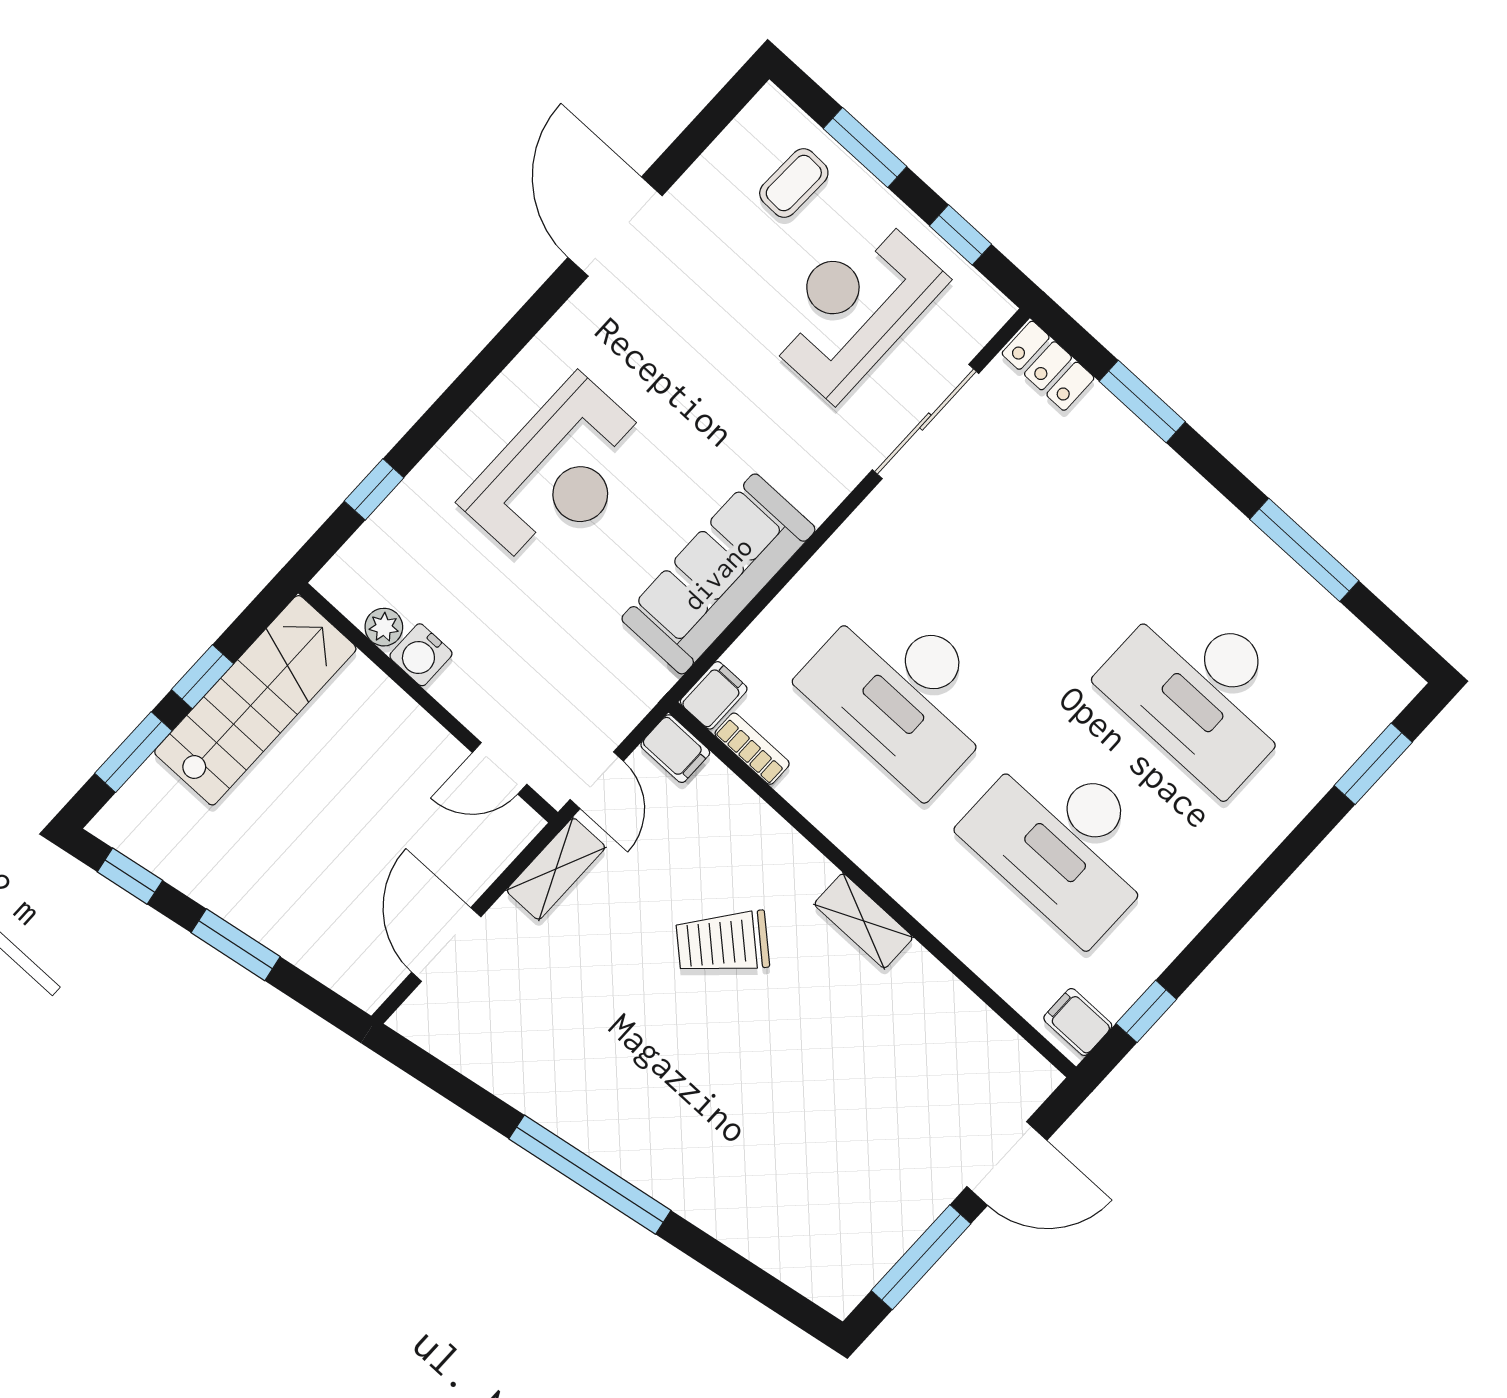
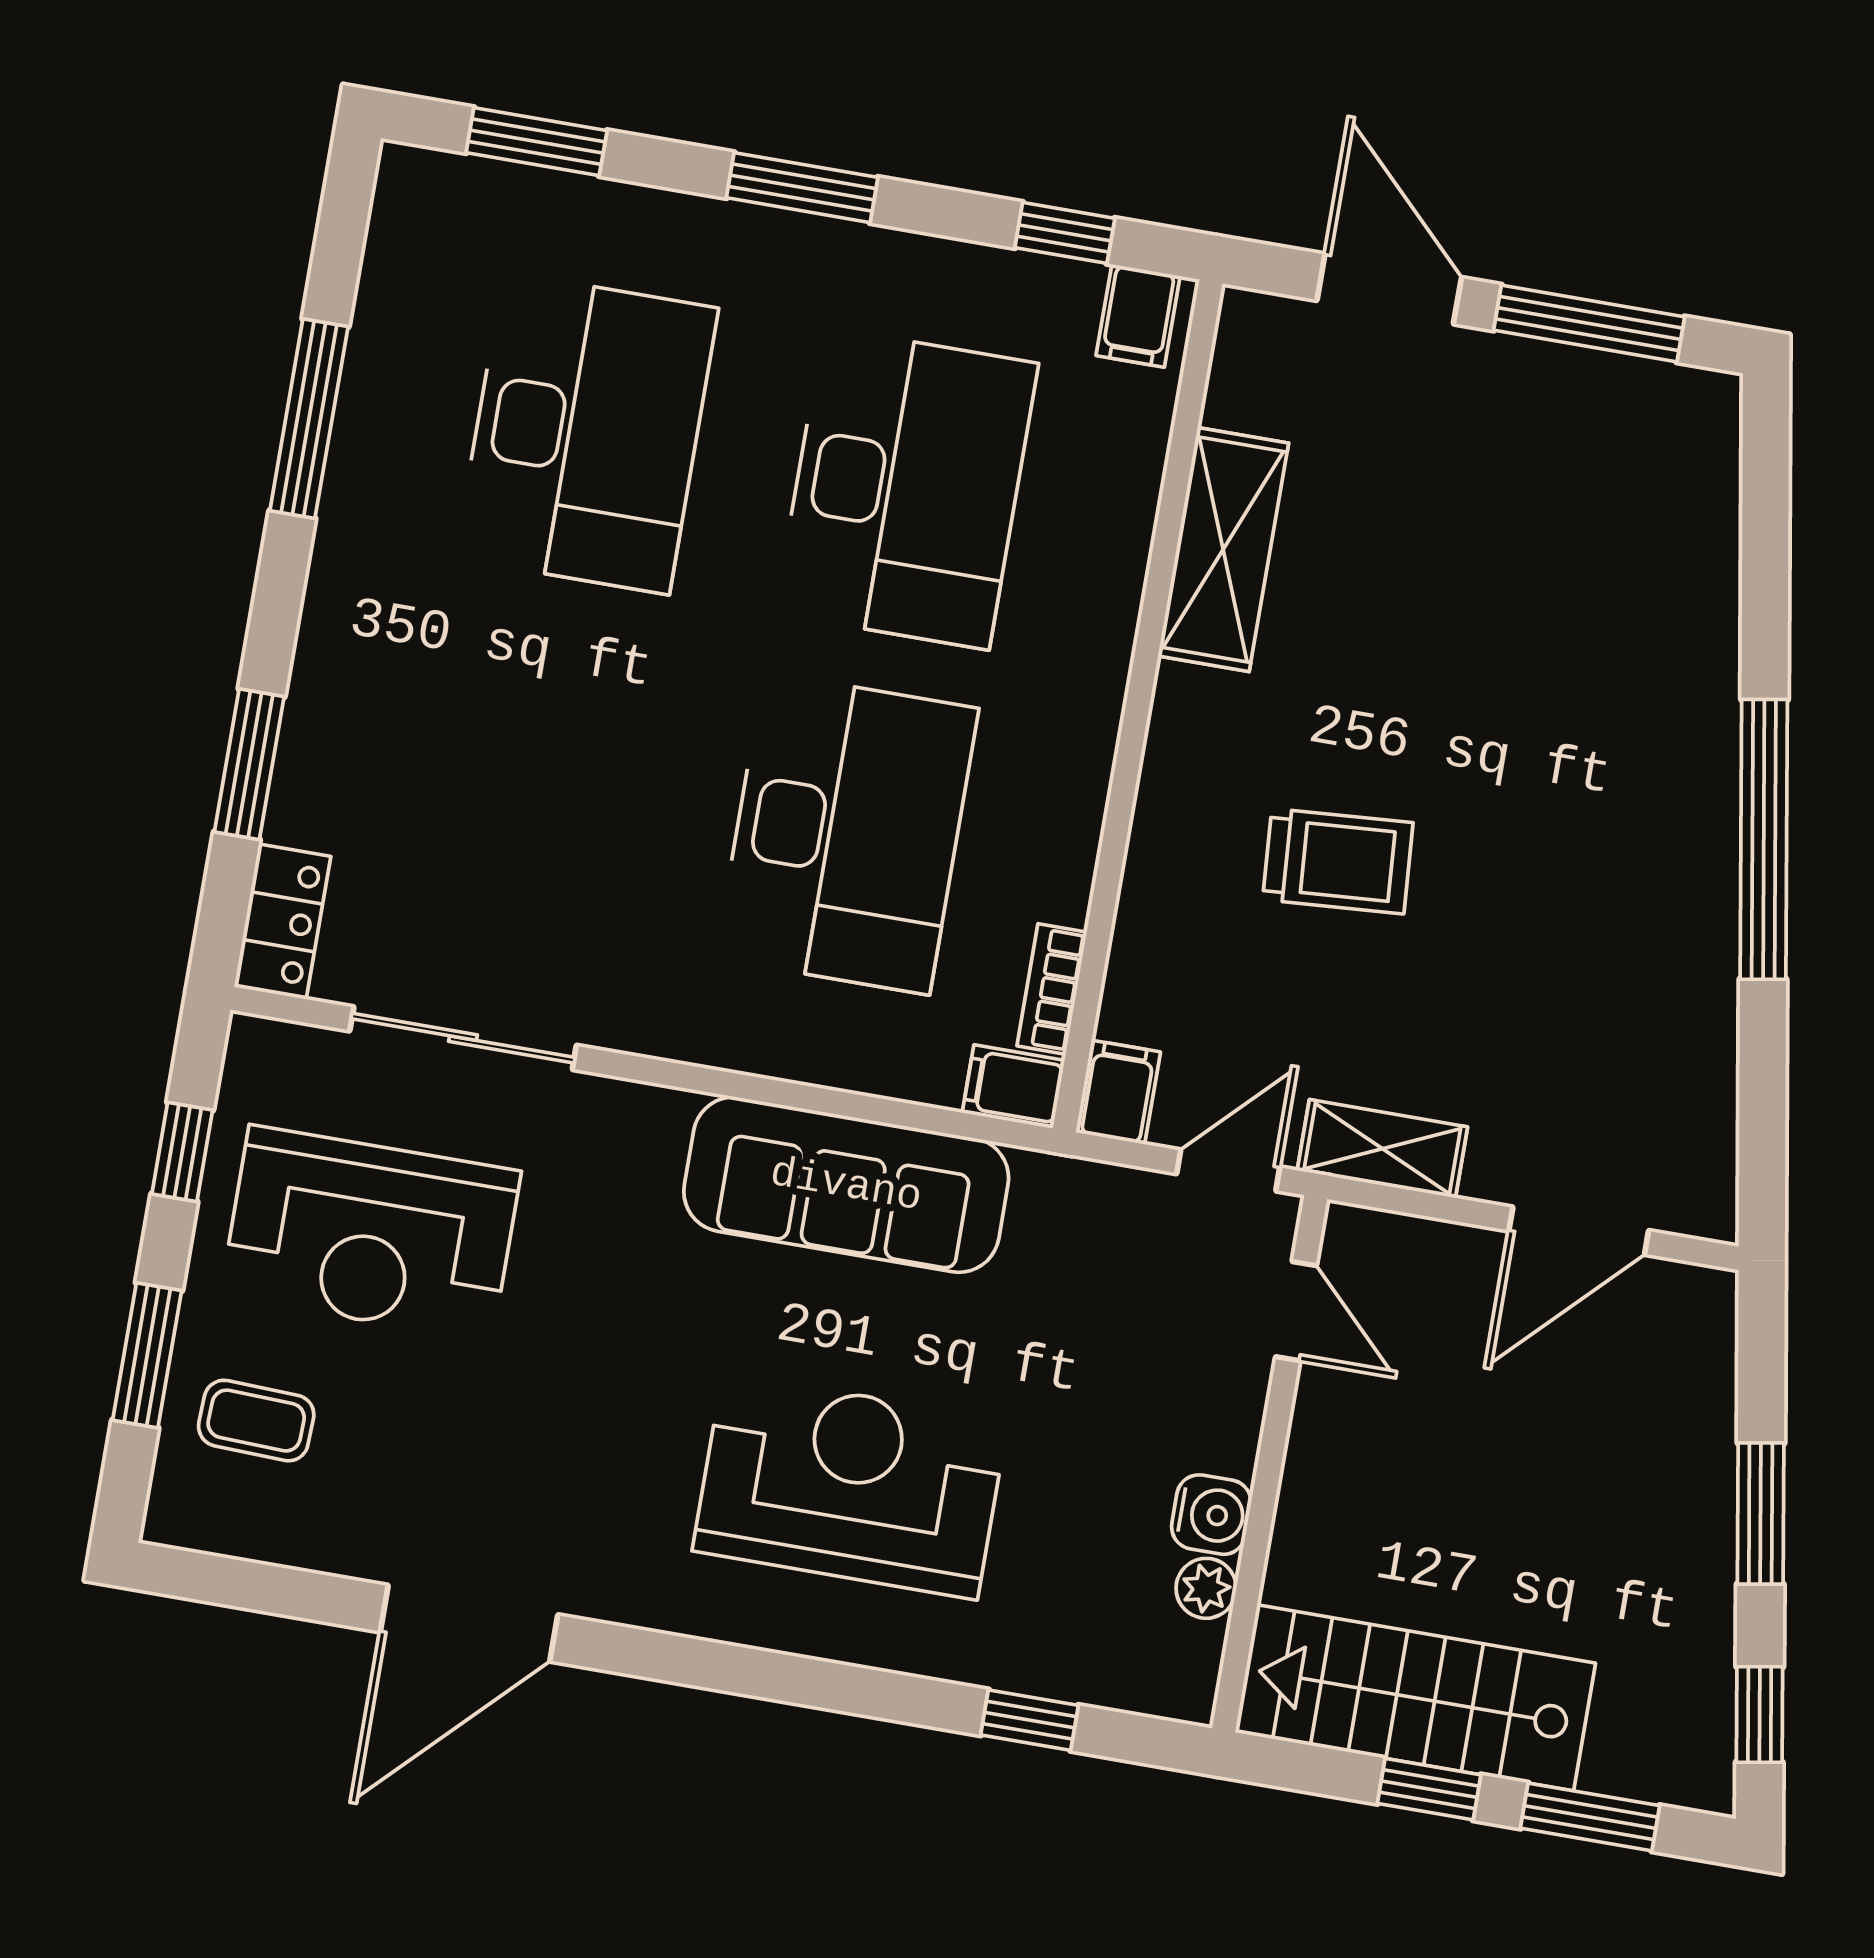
window: (1259, 888) -> (802, 188), added
shelving: (864, 921) -> (1223, 550), moved, width x1.50, depth x1.33
trolley: (723, 943) -> (1338, 861), turned -46

